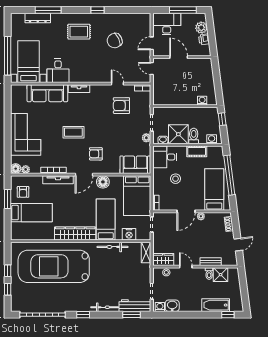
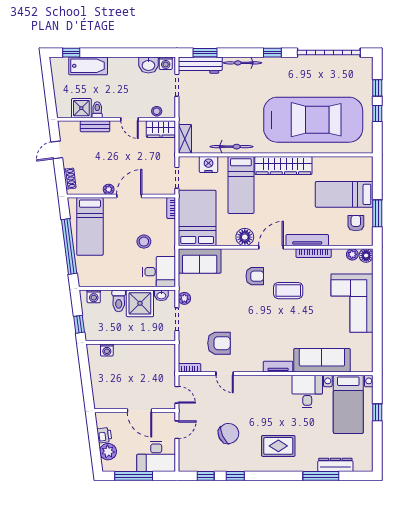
window: (97, 10) -> (235, 476), moved
window: (131, 10) -> (206, 476), added
window: (8, 56) -> (377, 412), width x0.32
coffee table: (73, 132) -> (288, 291), moved
cot: (197, 151) -> (114, 279), removed

